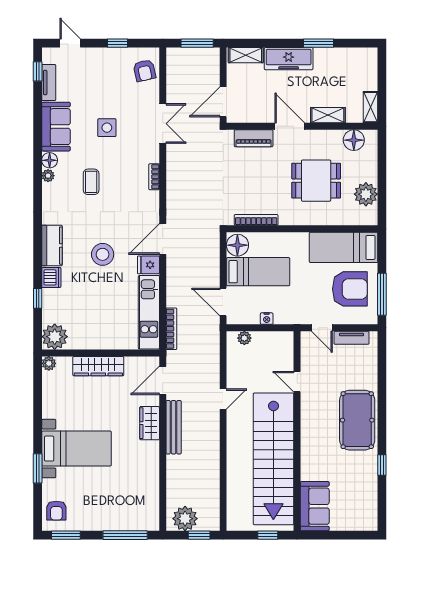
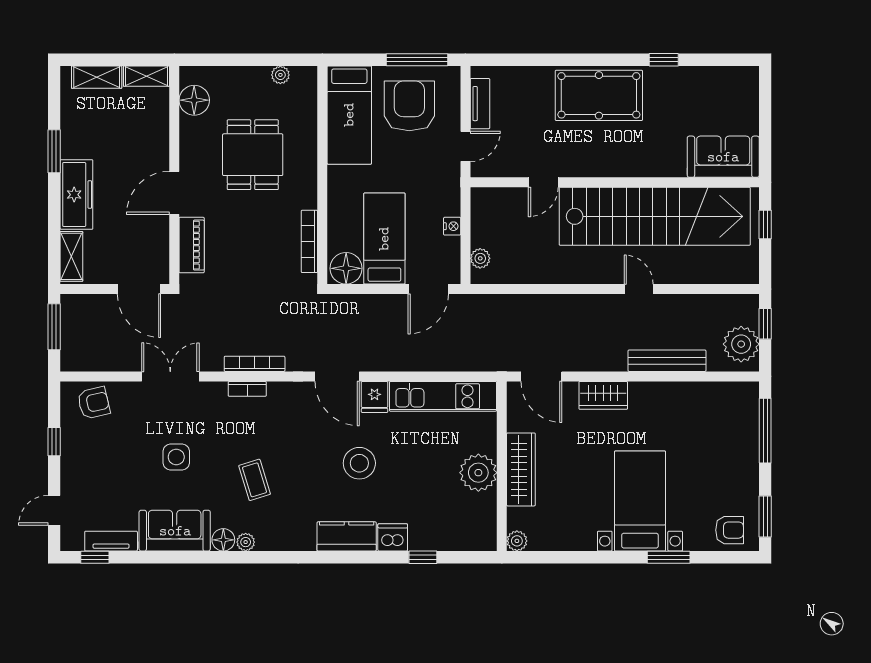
shelving: (328, 115) -> (97, 77), moved, turned 90
coffee table: (91, 182) -> (255, 480), turned 73
plant: (366, 194) -> (280, 75), width x0.53, depth x0.53
bookcase: (171, 329) -> (255, 364), moved
plant: (55, 337) -> (478, 473), moved
door: (223, 399) -> (639, 289), moved
bench: (174, 427) -> (667, 361), moved

